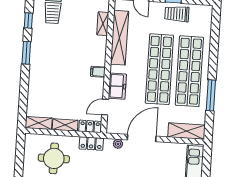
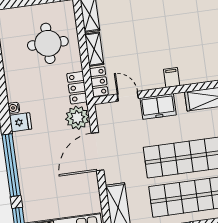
door: (142, 138) -> (97, 152), swing flipped
plant: (118, 144) -> (77, 118), width x1.87, depth x1.87

